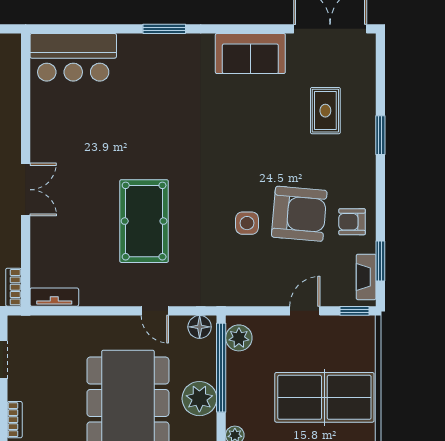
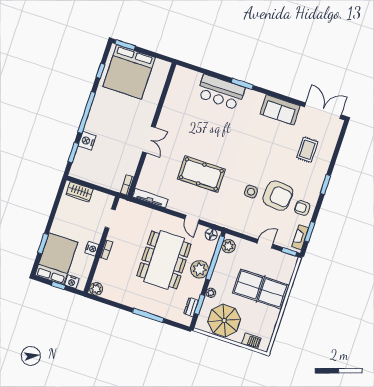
bar counter: (73, 57) -> (221, 92), moved
window: (380, 135) -> (325, 184), moved
pool table: (144, 221) -> (201, 174), turned 90
tv unit: (54, 297) -> (150, 198), width x1.41

